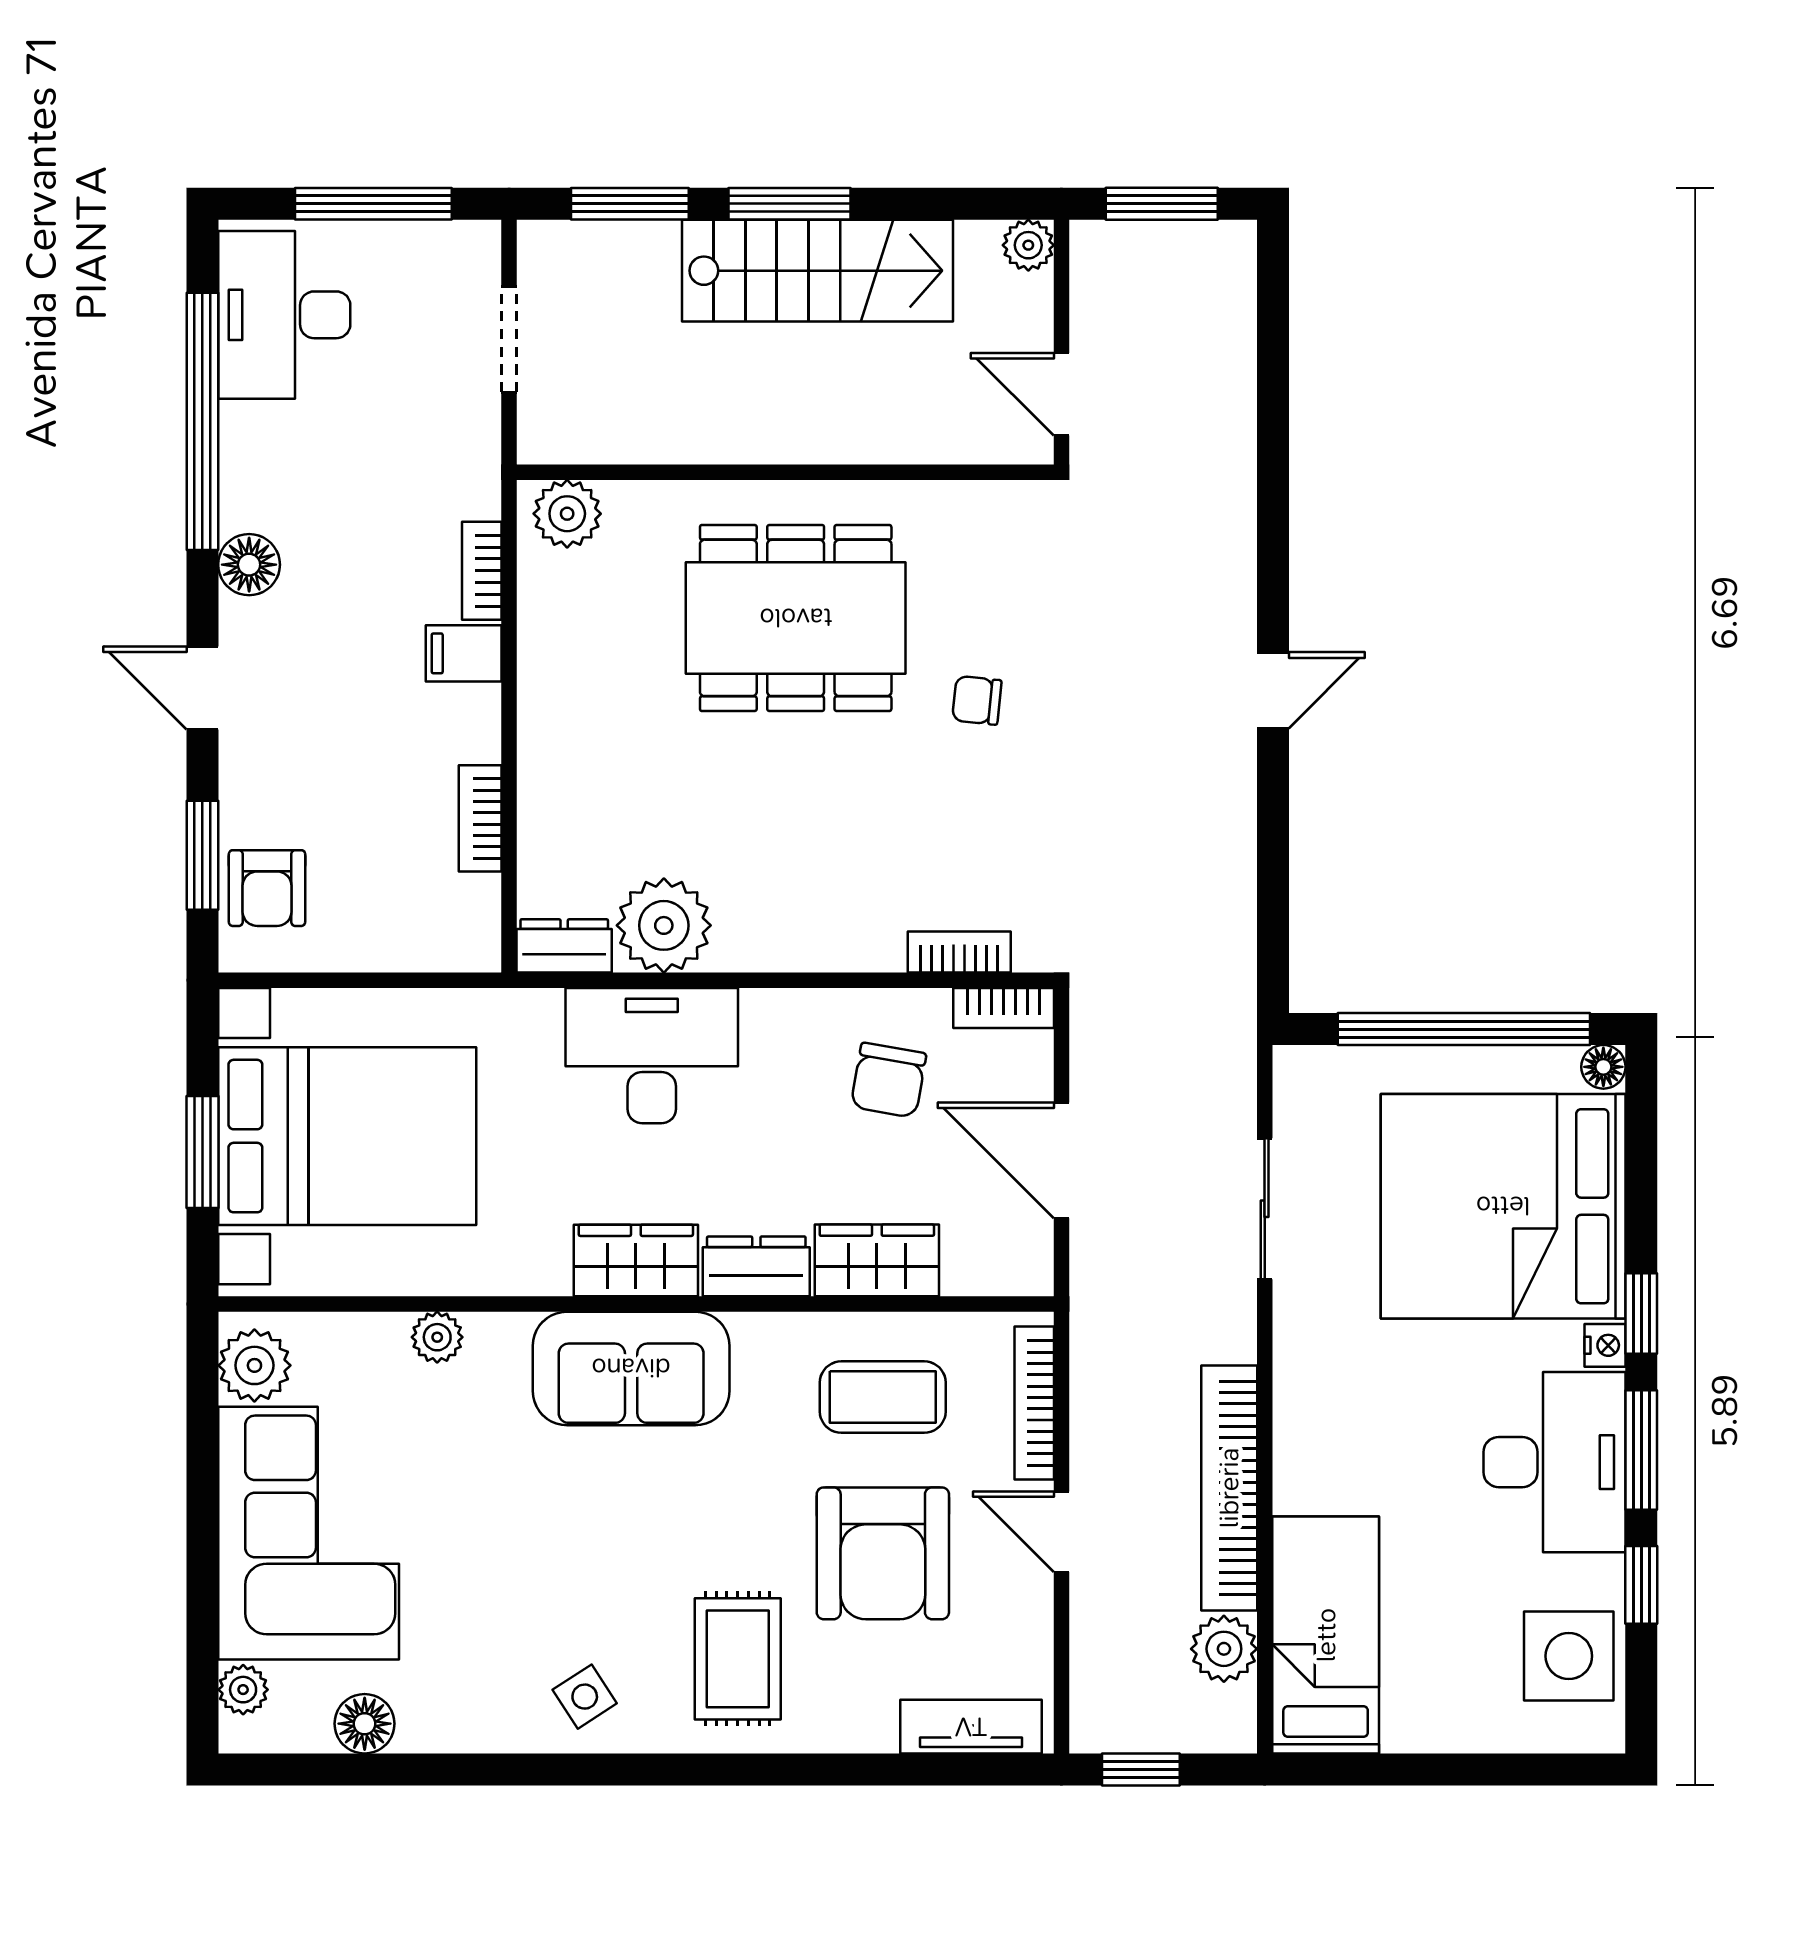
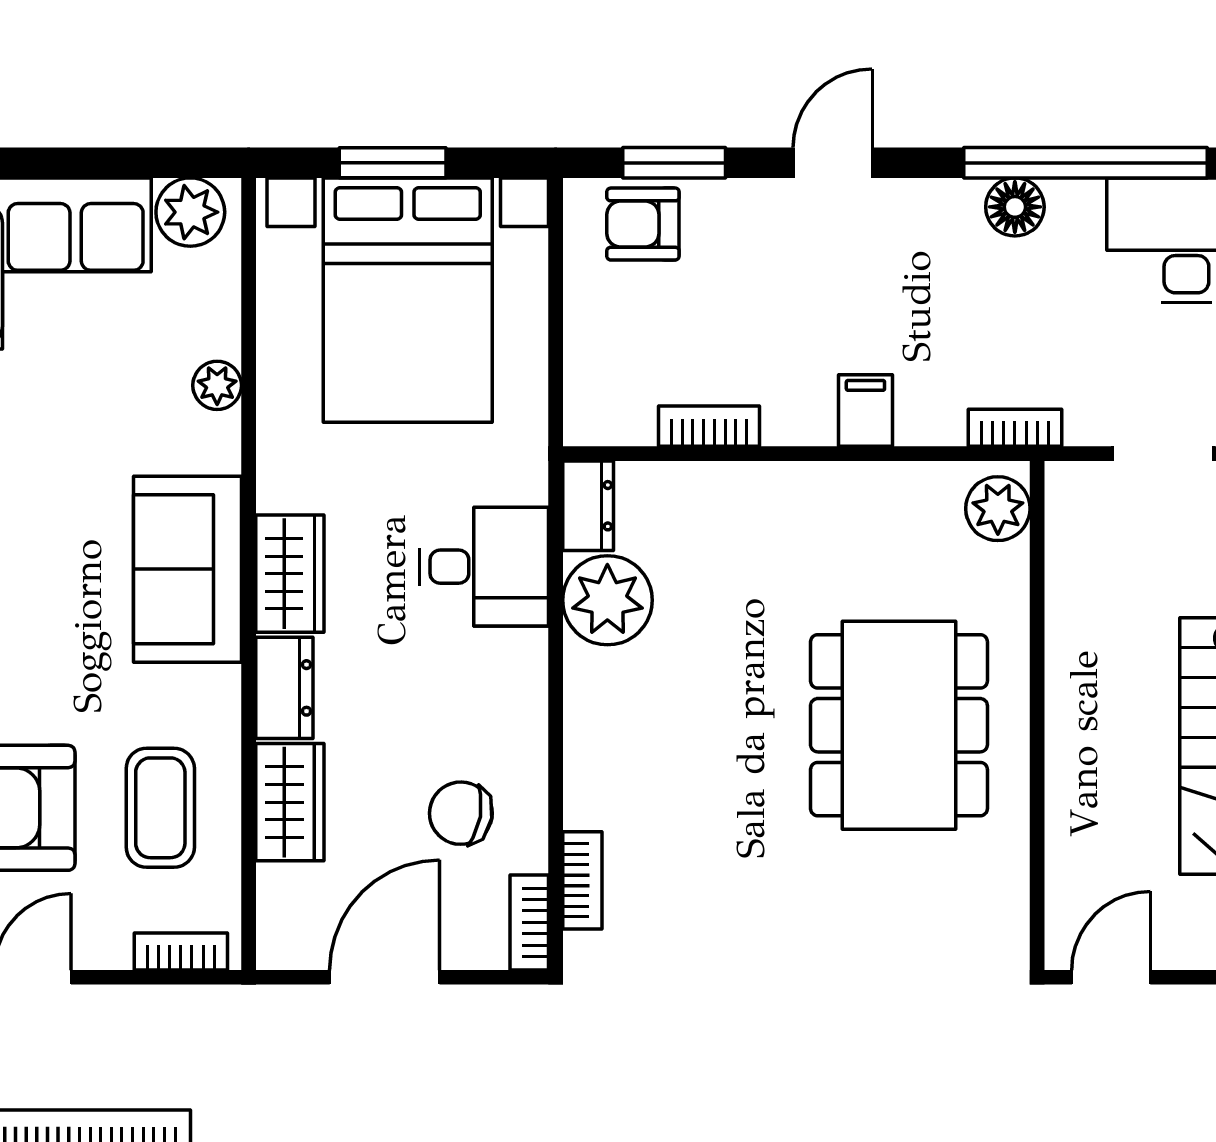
floor lamp: (249, 565) -> (1015, 207), moved
bookcase: (482, 571) -> (1015, 428), moved
chair: (977, 700) -> (821, 897), removed
desk: (652, 1056) -> (484, 567), width x0.73
bookcase: (1034, 1403) -> (181, 951), width x0.64

